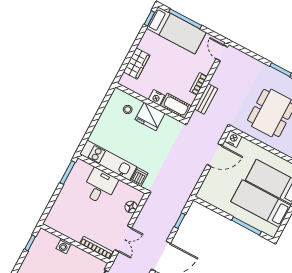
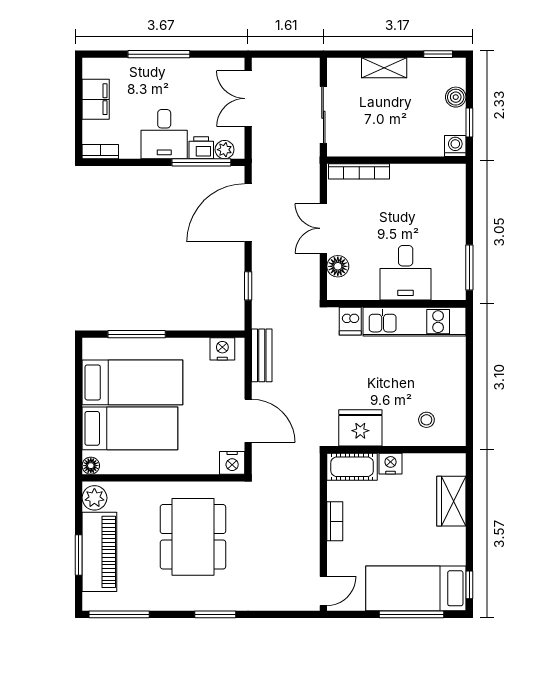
door: (222, 53) -> (323, 591), hinge flipped
bench: (206, 99) -> (262, 355), moved
fridge: (150, 116) -> (360, 428), moved
door: (215, 155) -> (248, 421), swing flipped
nightstand: (209, 197) -> (222, 349), added
double door: (123, 239) -> (323, 228), moved
washing machine: (64, 246) -> (455, 146), moved
boiler: (30, 259) -> (456, 97), added

